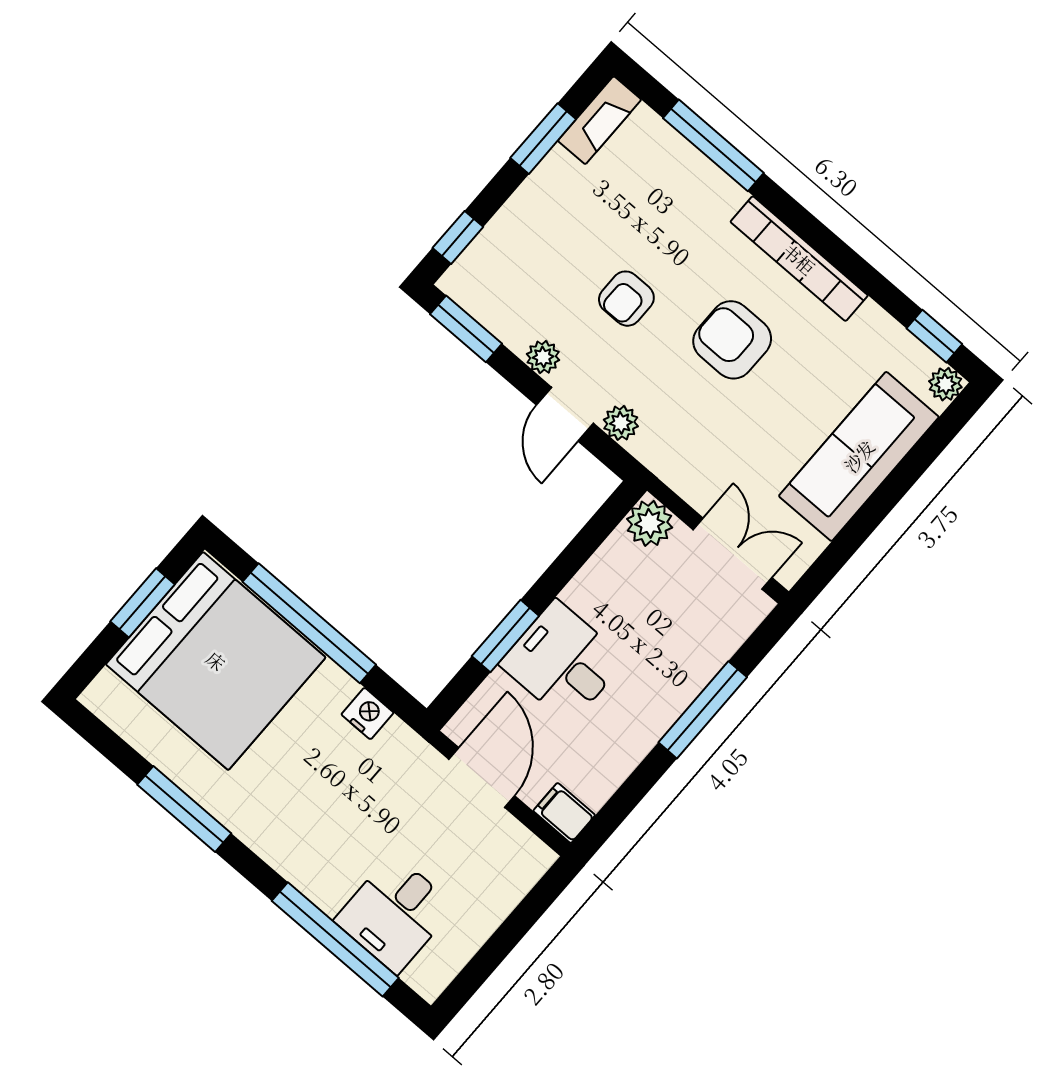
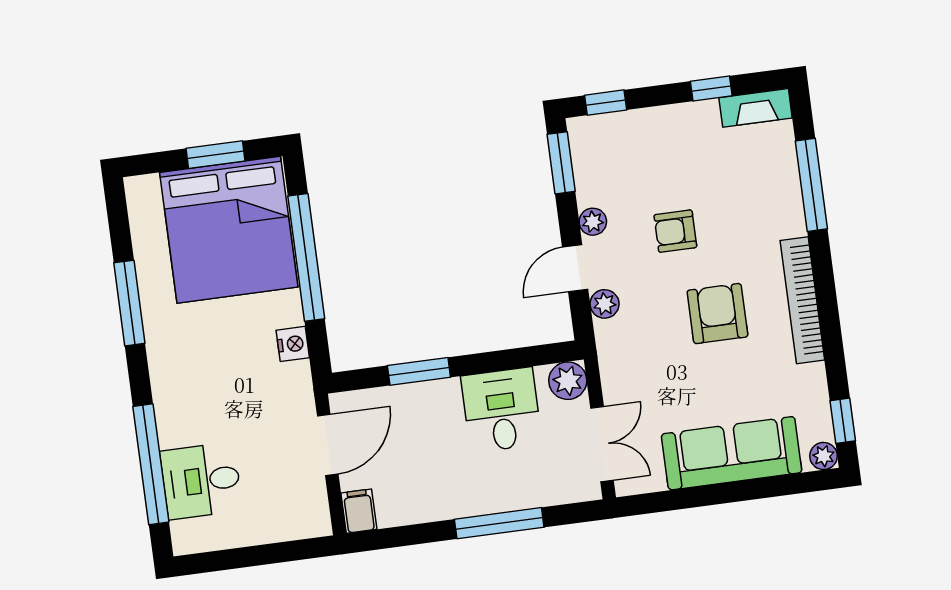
window: (543, 139) -> (711, 89), width x0.67
desk: (563, 662) -> (501, 410), moved

